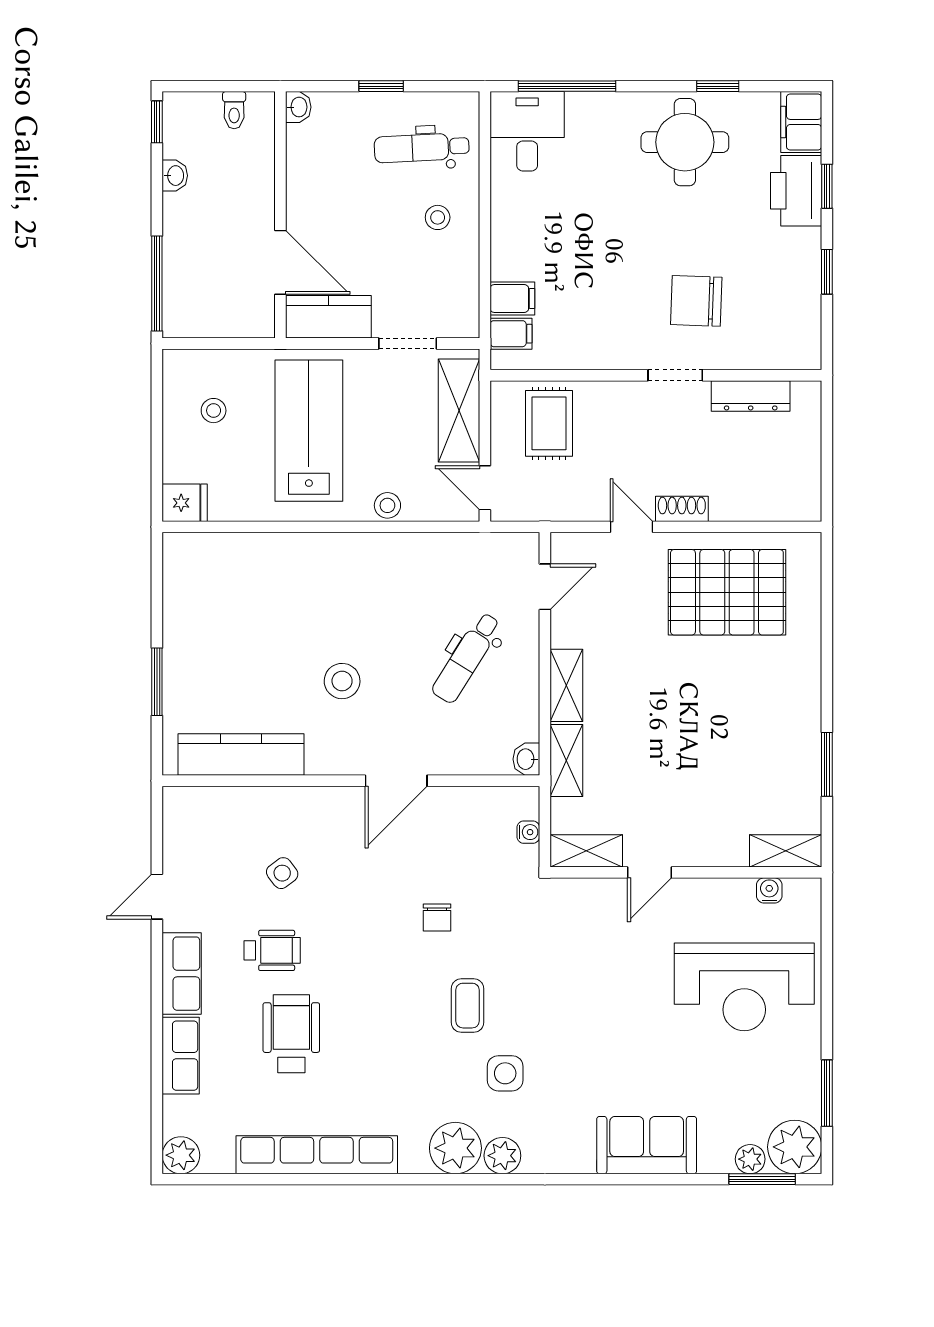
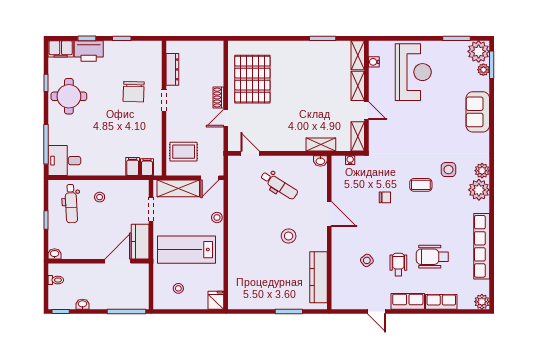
shelving: (566, 685) -> (358, 86), moved, turned 90

